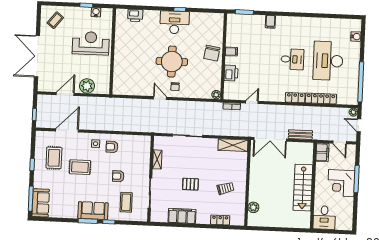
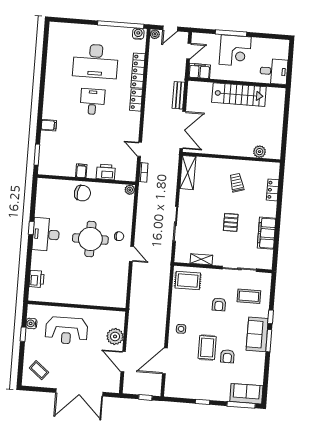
water cooler: (356, 37) -> (138, 34), moved
reception desk: (91, 43) -> (66, 331), turned -90
door: (160, 98) -> (132, 254), swing flipped
door: (67, 130) -> (165, 361), hinge flipped
armchair: (112, 147) -> (227, 356), moved
rug: (54, 158) -> (188, 280), moved

